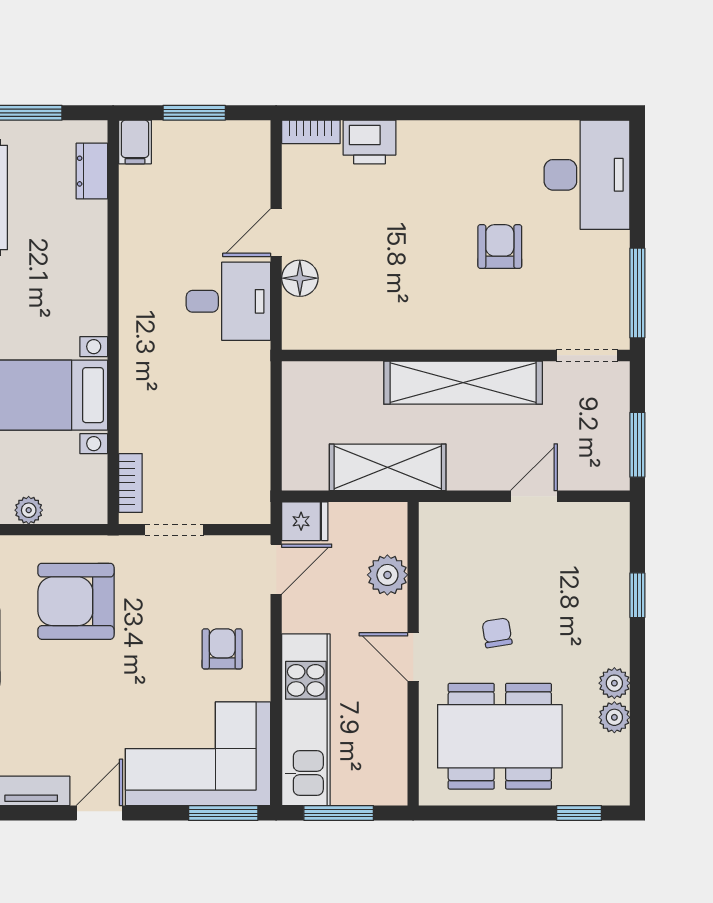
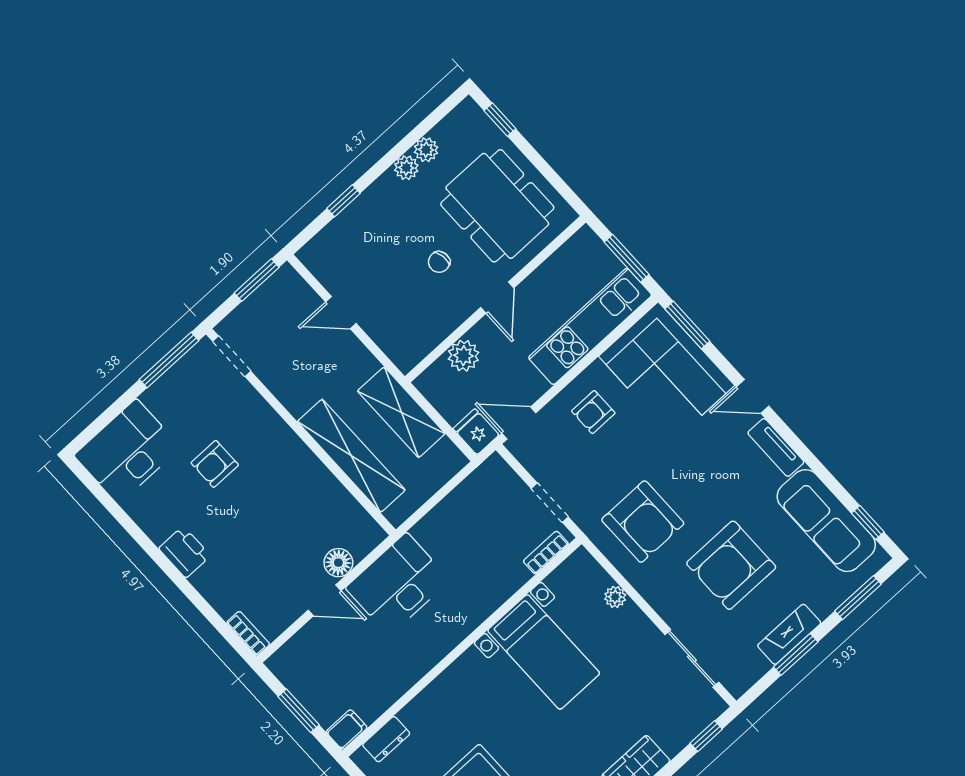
printer: (369, 142) -> (185, 552), moved
desk: (228, 301) -> (398, 584), width x1.37
shelving: (463, 383) -> (351, 456), moved

